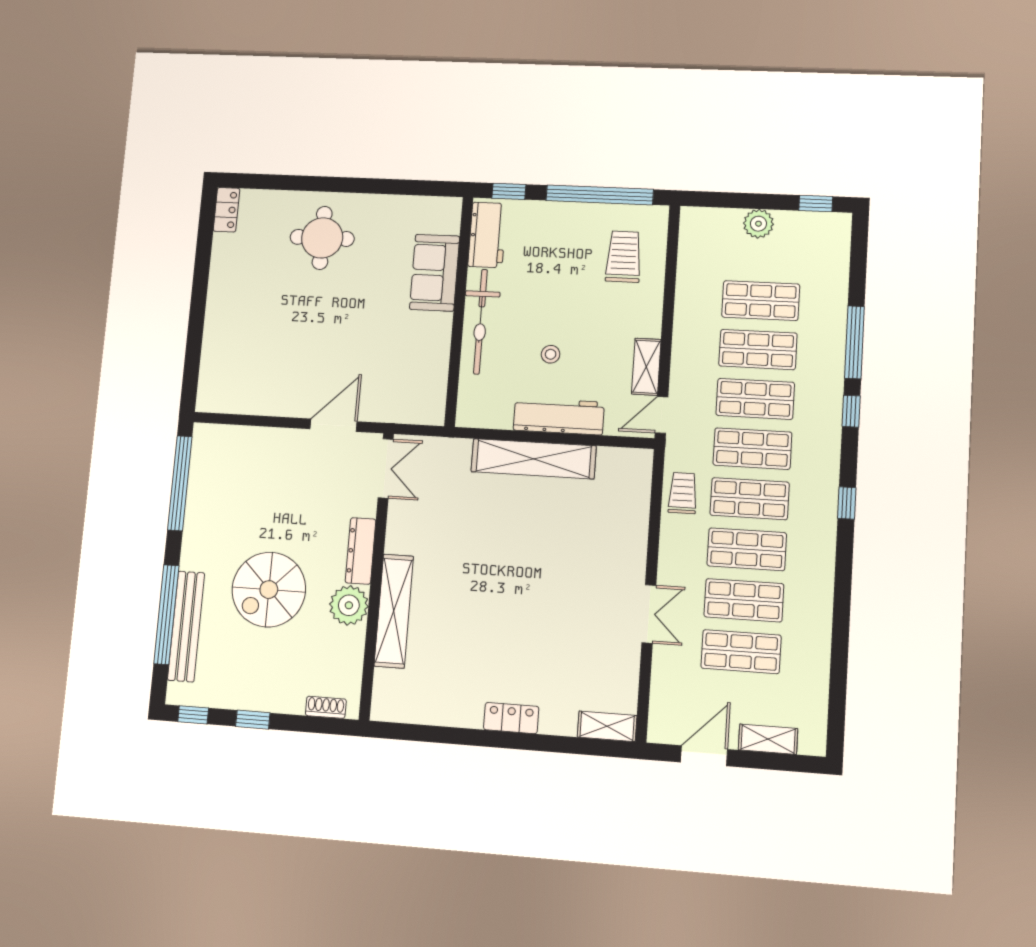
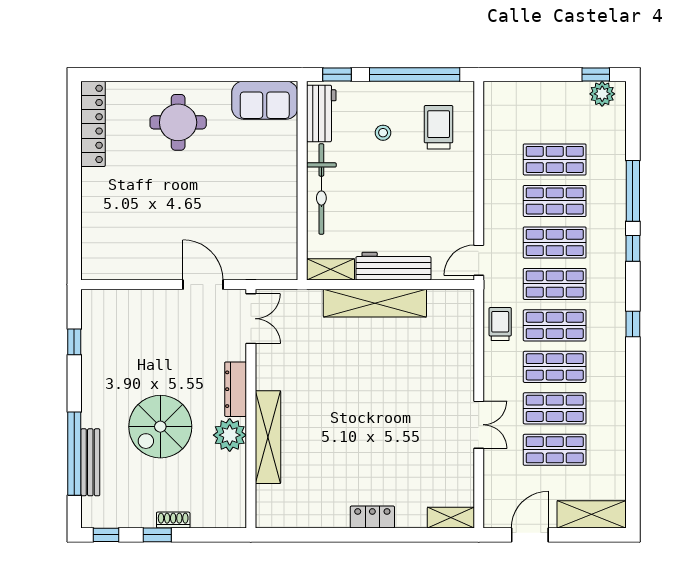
locker: (226, 210) -> (93, 124), width x2.16, depth x1.21
plant: (758, 224) -> (602, 94), moved
sofa: (435, 273) -> (265, 100), moved, turned -90
stool: (551, 354) -> (383, 133), moved
shelving: (646, 367) -> (330, 269), moved, turned 90
door: (334, 425) -> (203, 285), hinge flipped
window: (180, 483) -> (74, 342), width x0.32
bench: (186, 626) -> (90, 462), width x0.73, depth x0.82
shoe rack: (326, 707) -> (173, 520), moved
shelving: (768, 739) -> (591, 514), width x1.50, depth x1.33

